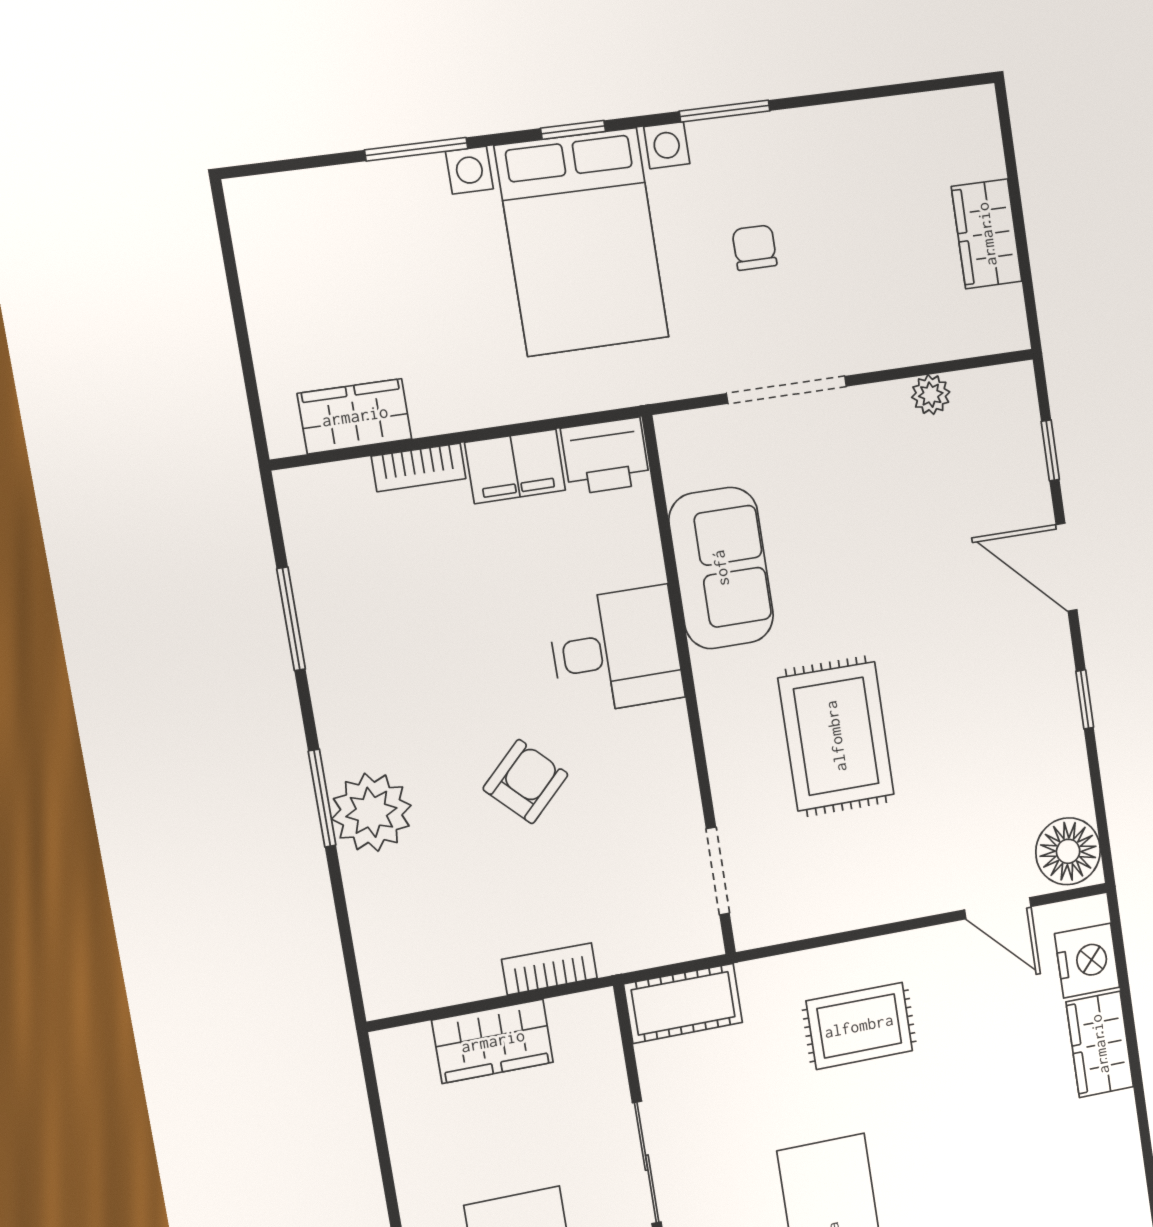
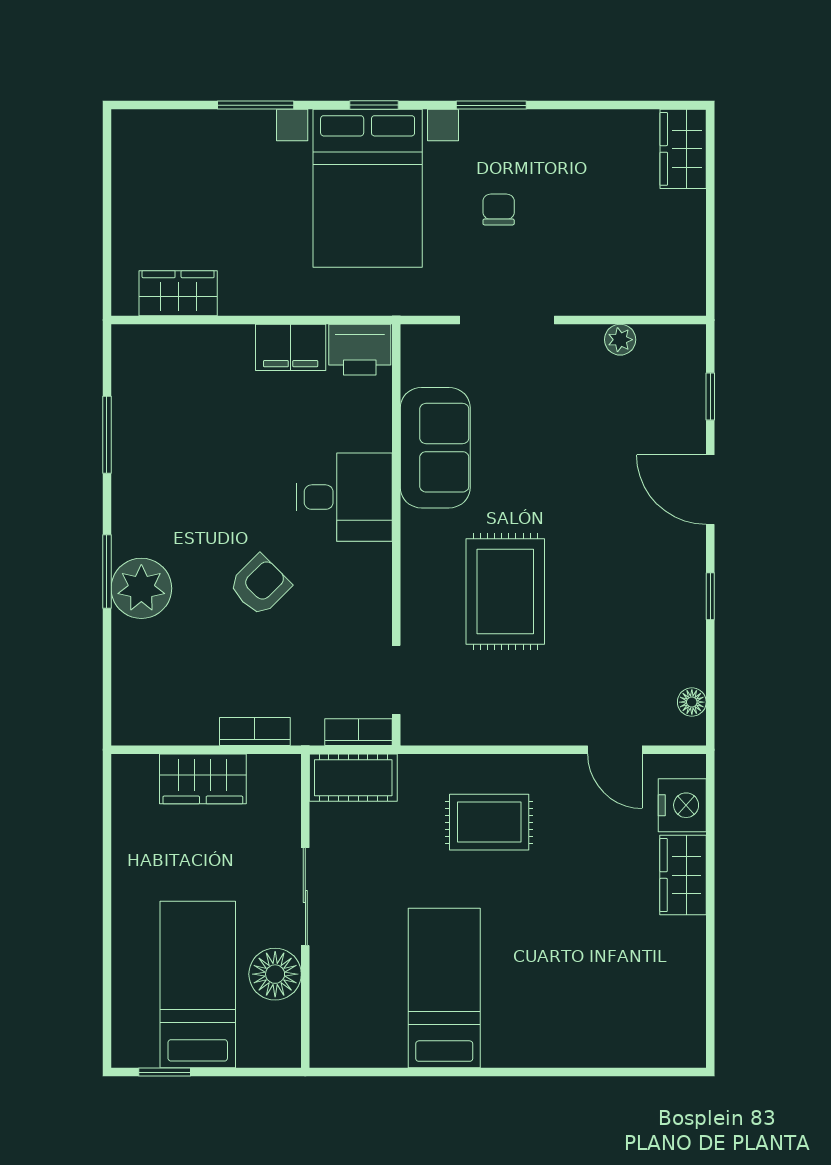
wardrobe: (987, 234) -> (683, 149), moved
bookcase: (419, 467) -> (358, 732), moved, turned 180
floor lamp: (1068, 851) -> (692, 702), width x0.53, depth x0.53

